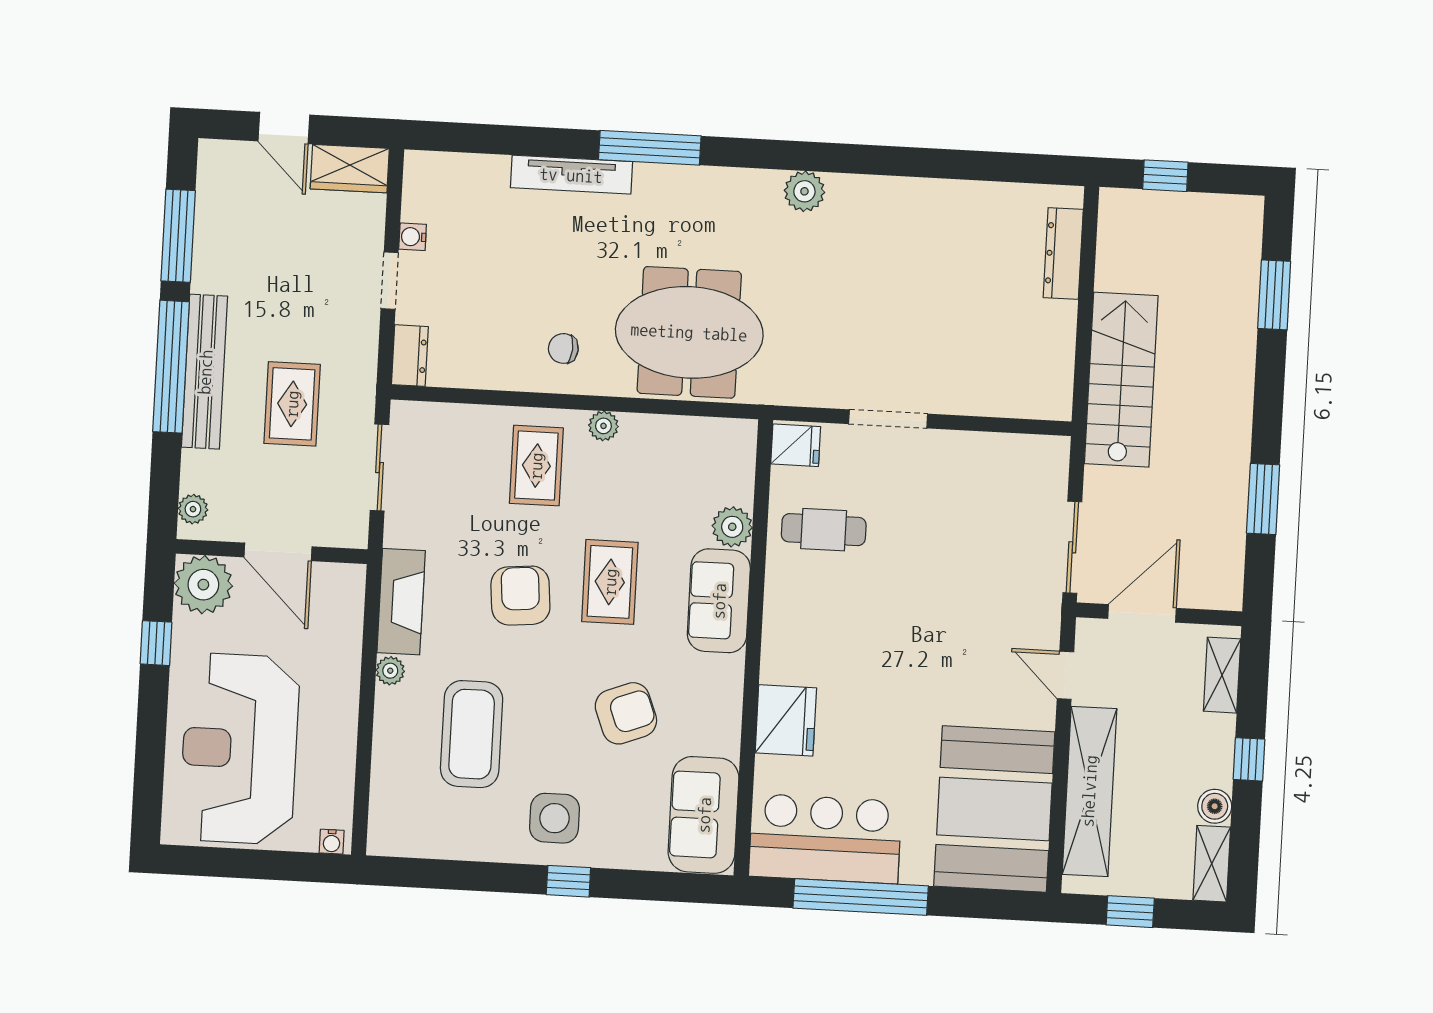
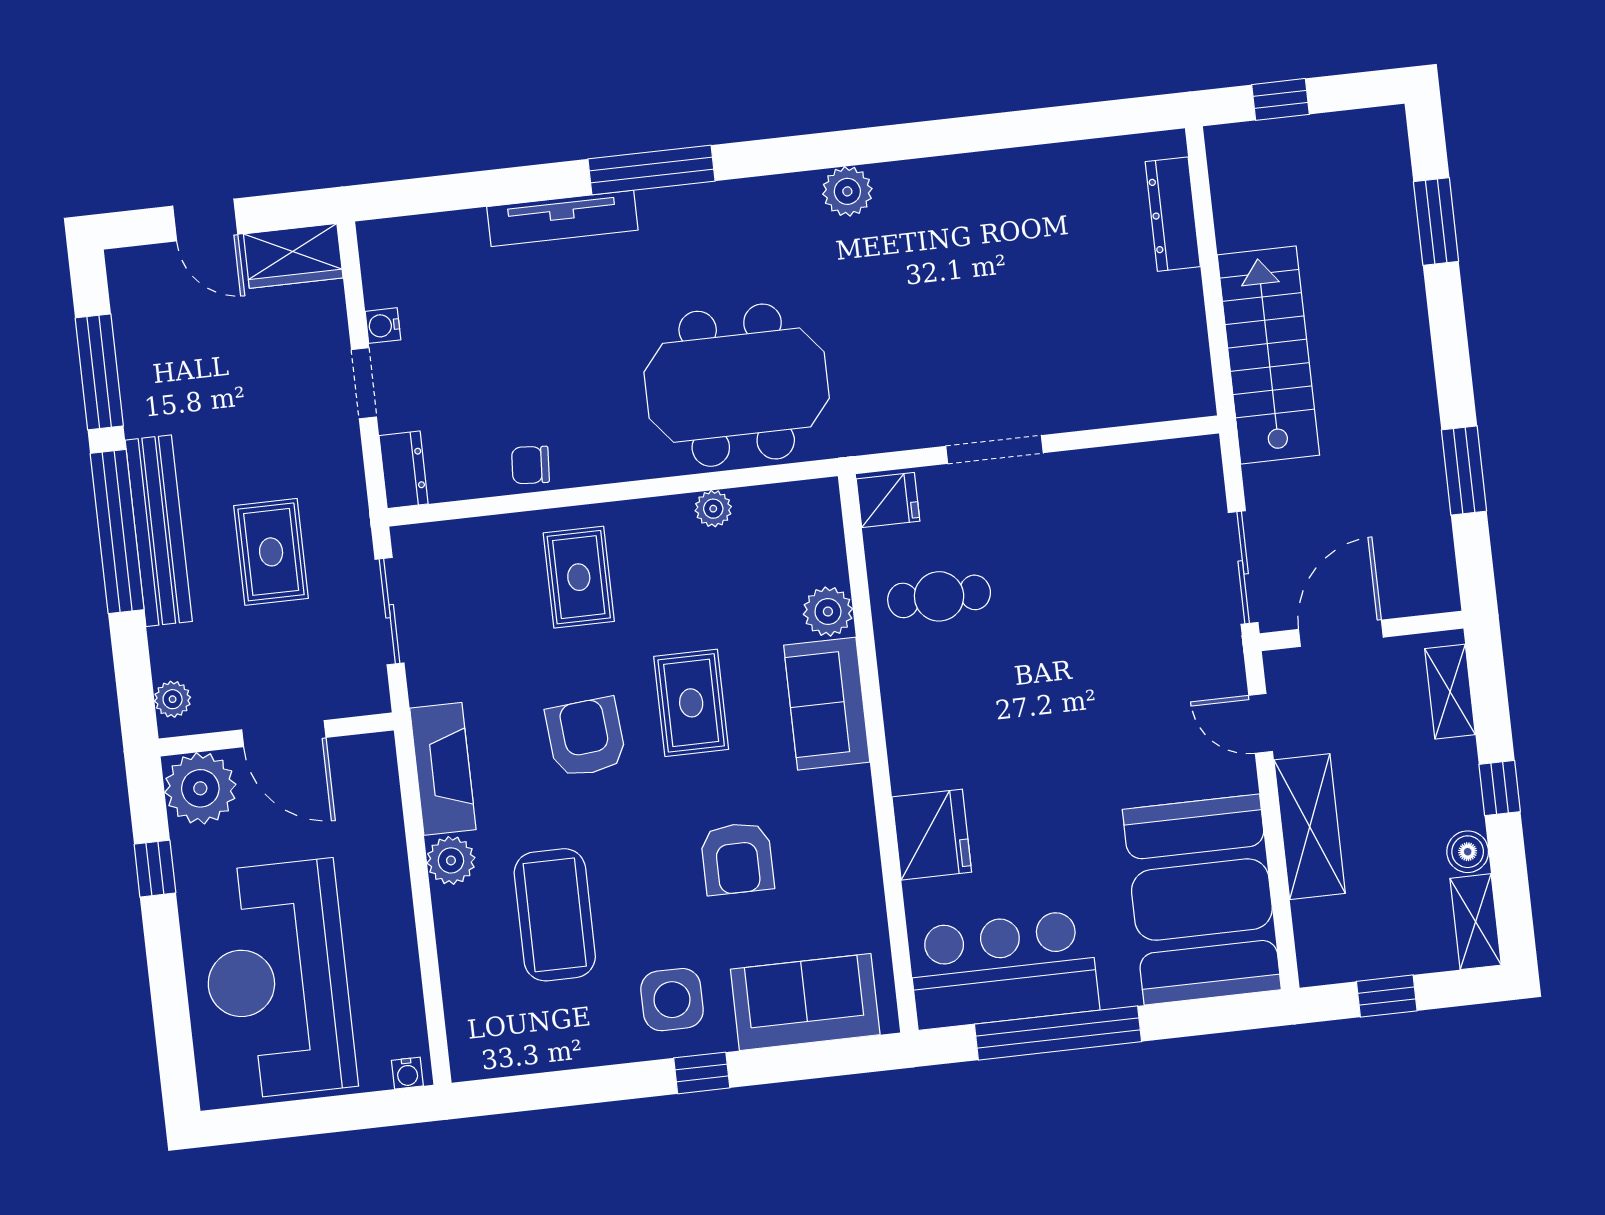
chair: (563, 348) -> (530, 465), moved
plant: (603, 426) -> (713, 509), moved
plant: (390, 671) -> (451, 860), width x1.38, depth x1.38
armchair: (626, 713) -> (737, 858), turned 111
shelving: (1089, 791) -> (1310, 827), width x0.68
sofa: (704, 815) -> (805, 1002), moved, turned 90

